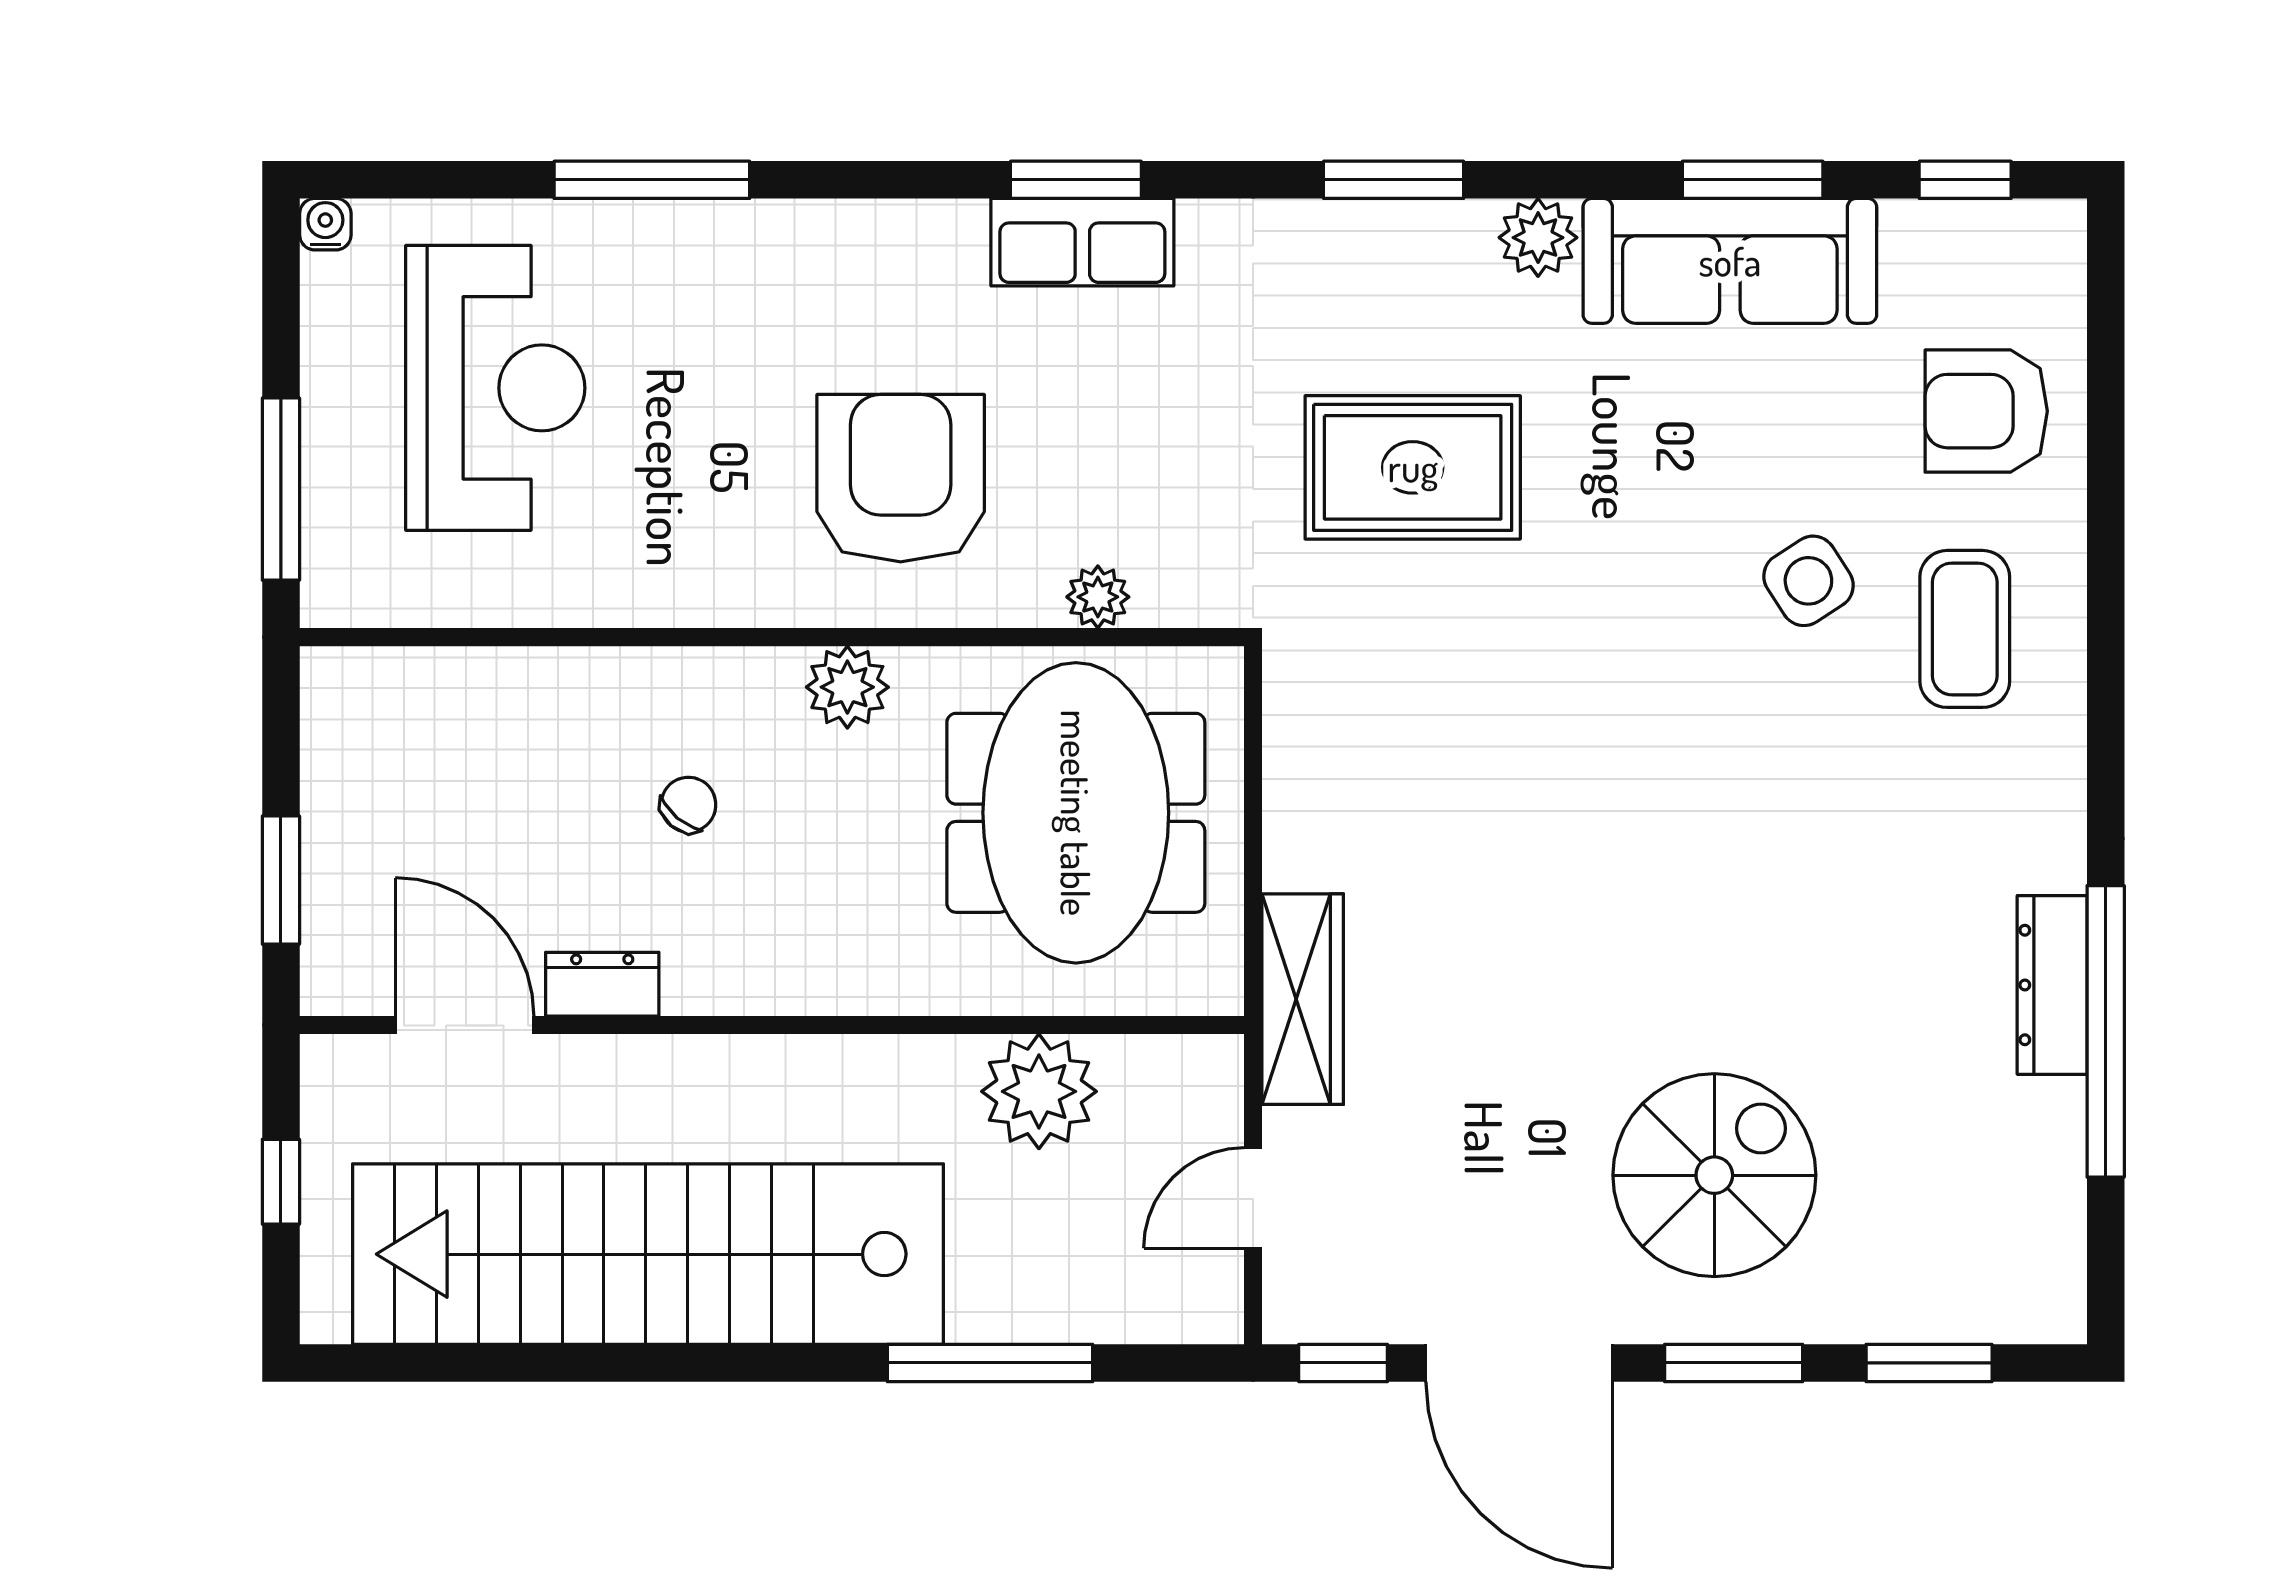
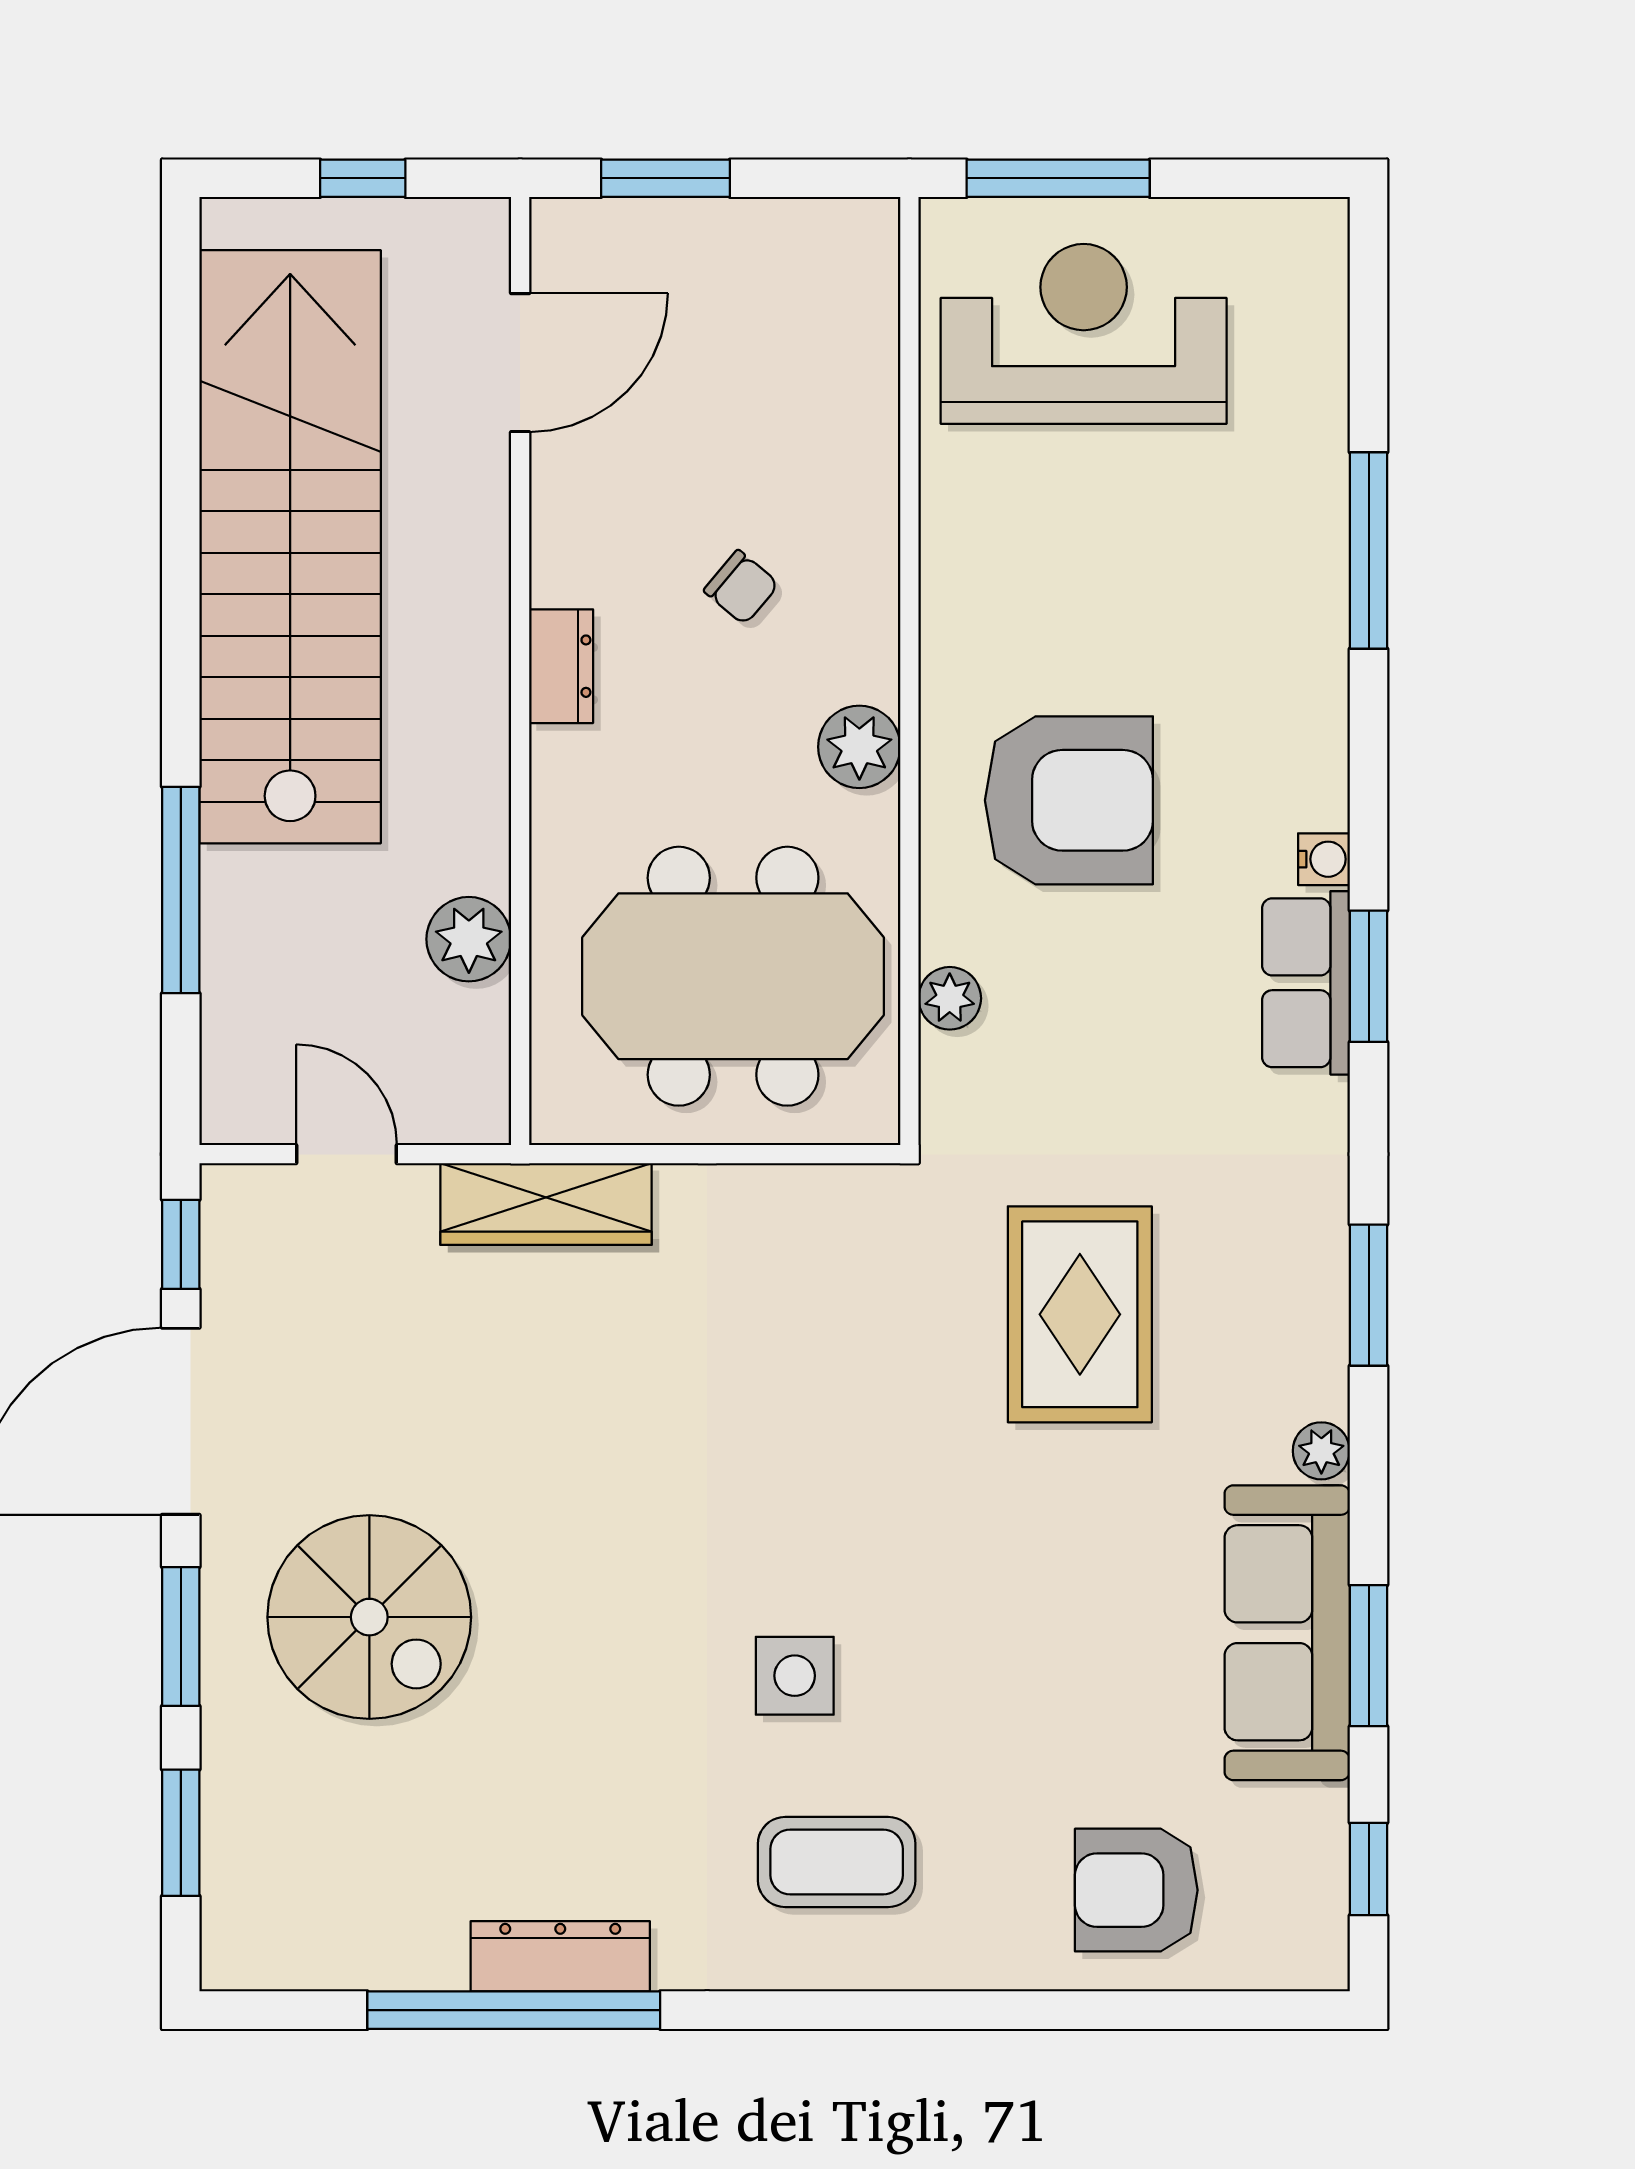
water cooler: (325, 224) -> (1324, 859), moved
plant: (1538, 238) -> (1321, 1451), width x0.73, depth x0.73
reception desk: (495, 388) -> (1084, 334), moved, turned 180
armchair: (1986, 411) -> (1136, 1890), turned -90
side table: (1808, 581) -> (795, 1676), moved, turned 33
coffee table: (1965, 629) -> (837, 1862), moved
dresser: (602, 984) -> (561, 666), moved
plant: (1039, 1091) -> (469, 939), width x0.73, depth x0.73

